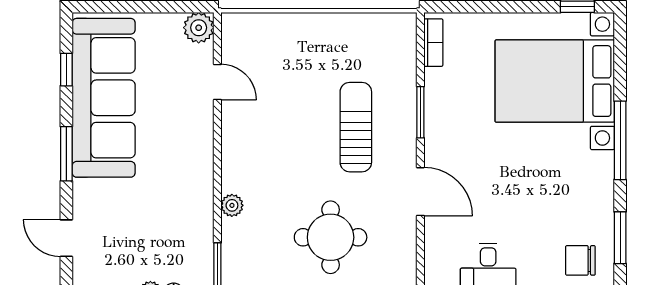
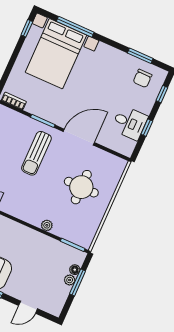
sun lounger: (356, 127) -> (36, 153), turned -90
window: (620, 140) -> (75, 27), moved
door: (420, 192) -> (79, 137), width x1.36

